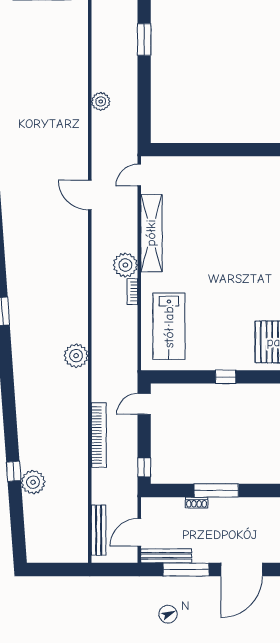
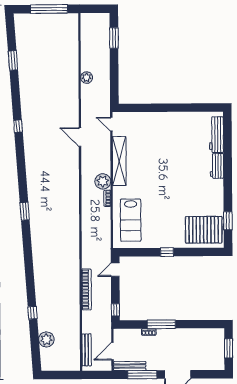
door: (139, 175) -> (111, 124), hinge flipped
plant: (76, 356) -> (72, 239), removed
plant: (33, 482) -> (46, 339), moved

